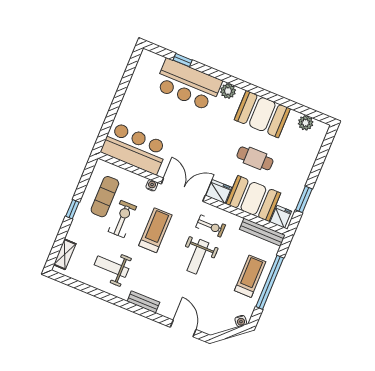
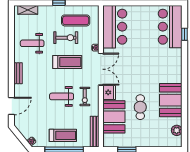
bar counter: (188, 85) -> (170, 27), moved
plant: (228, 91) -> (177, 72), removed
fridge: (281, 217) -> (110, 139), removed
weight bench: (111, 267) -> (32, 43), turned -90

